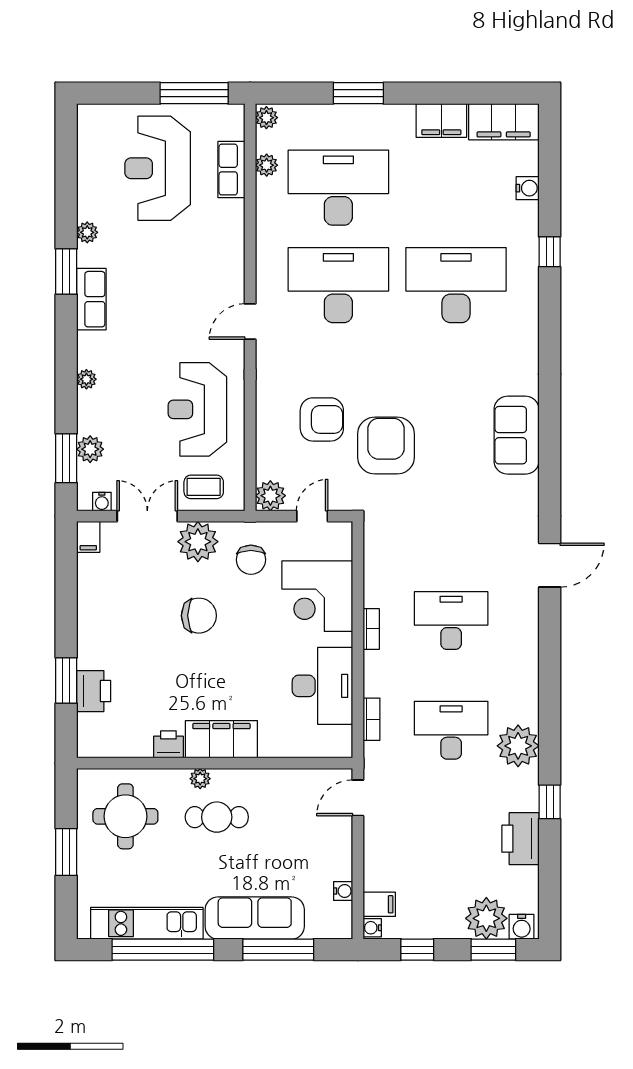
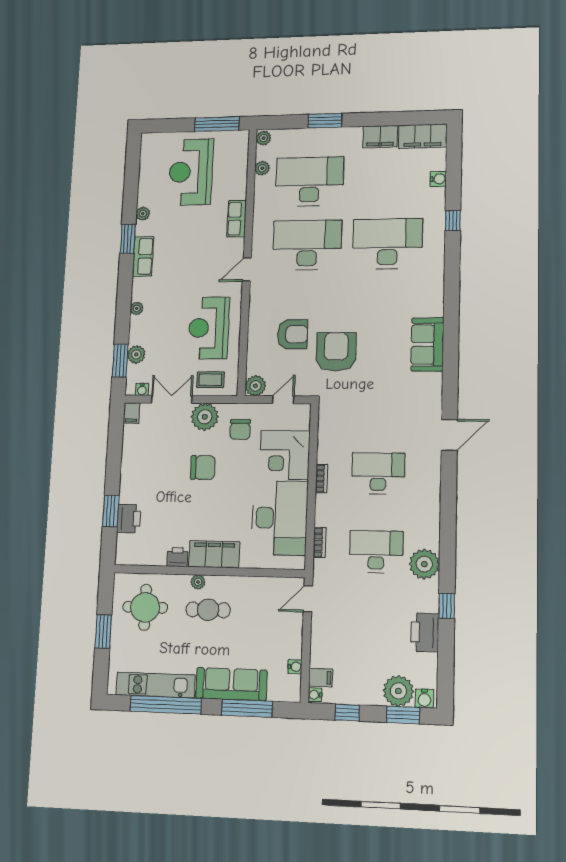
row of seats: (231, 170) -> (237, 219), moved
desk: (322, 686) -> (280, 518), width x1.36, depth x1.30

